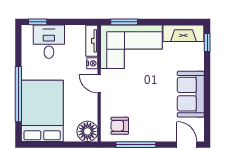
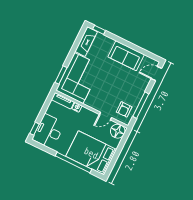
desk: (49, 42) -> (49, 131), width x1.37
door: (99, 84) -> (105, 116), moved

